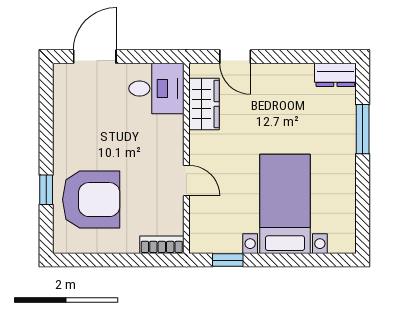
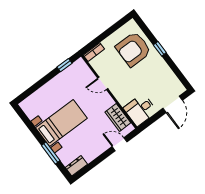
window: (46, 190) -> (160, 49), moved
bed with nightstands: (285, 204) -> (61, 123), moved, turned -90

